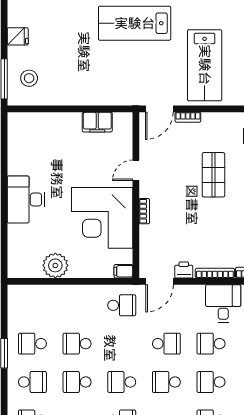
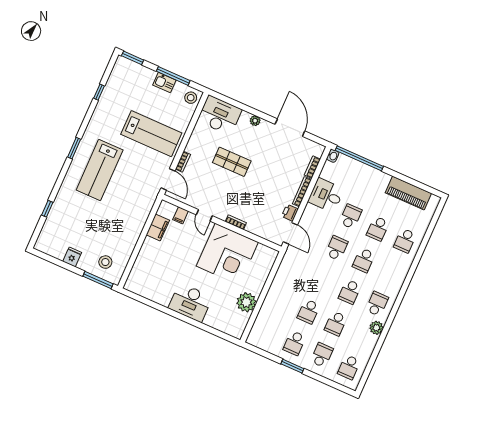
filing cabinet: (123, 271) -> (181, 215), moved
school desk: (122, 305) -> (295, 268), removed
school desk: (211, 344) -> (351, 216), turned 180

